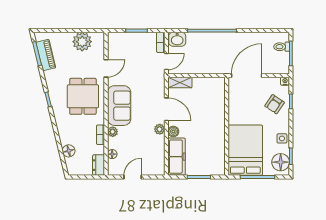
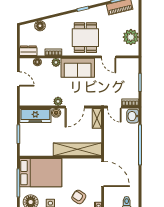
dining table: (83, 96) -> (85, 38), turned 90
shelving: (217, 106) -> (77, 149), added

